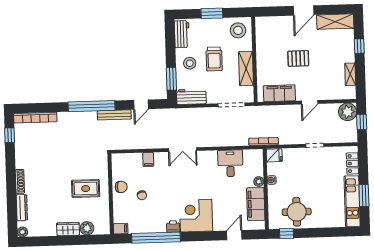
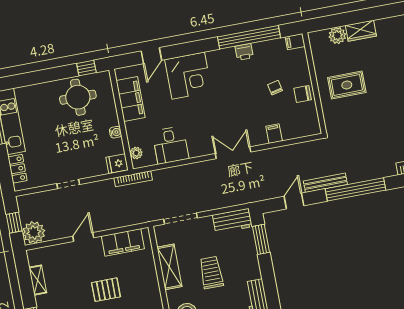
stool: (190, 63) -> (241, 262), removed
plant: (259, 182) -> (136, 153), moved
corner desk: (196, 216) -> (188, 76), moved
printer: (173, 227) -> (244, 52), moved

